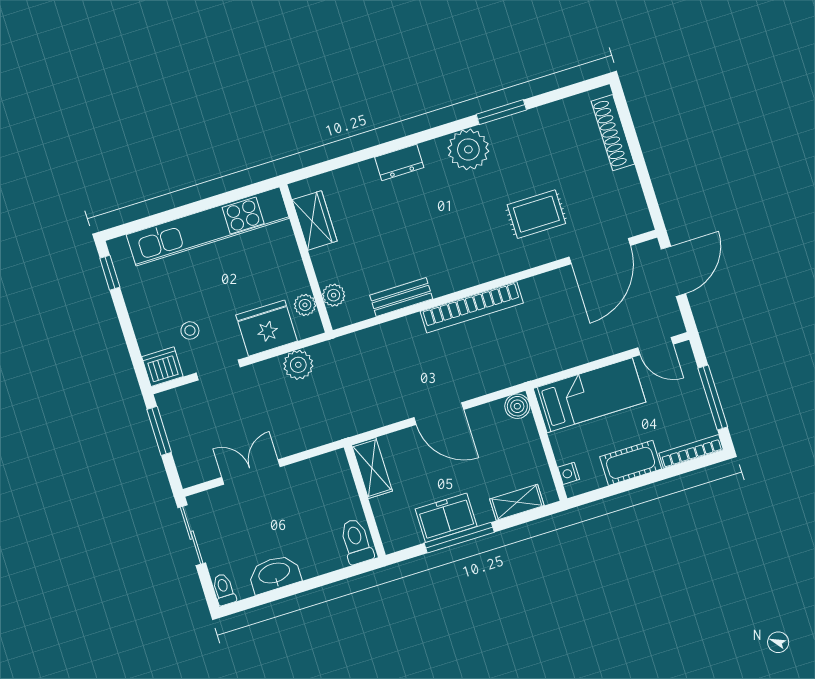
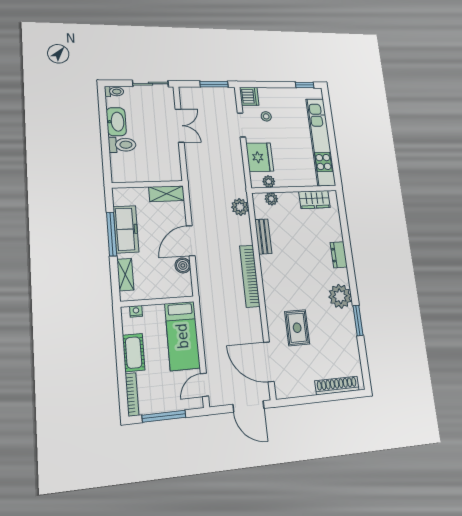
plant: (298, 365) -> (240, 207), moved
boiler: (517, 406) -> (183, 265), moved
freezer: (446, 518) -> (126, 229), width x1.40
toilet: (356, 541) -> (122, 145), moved

